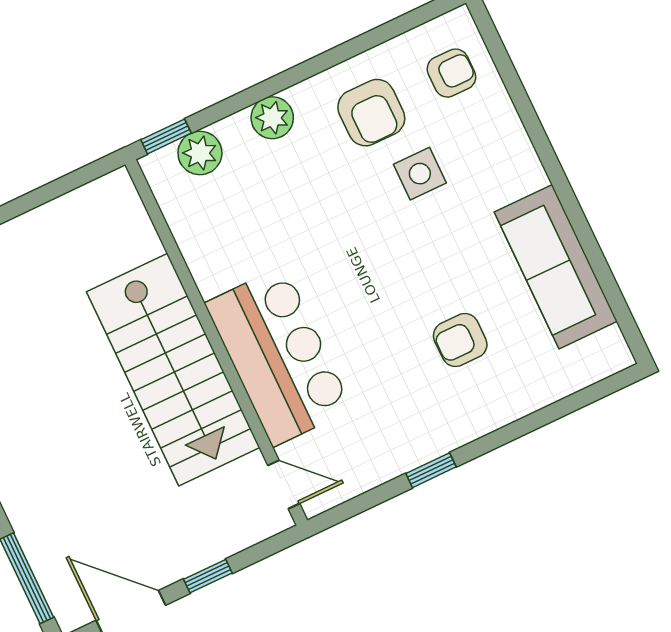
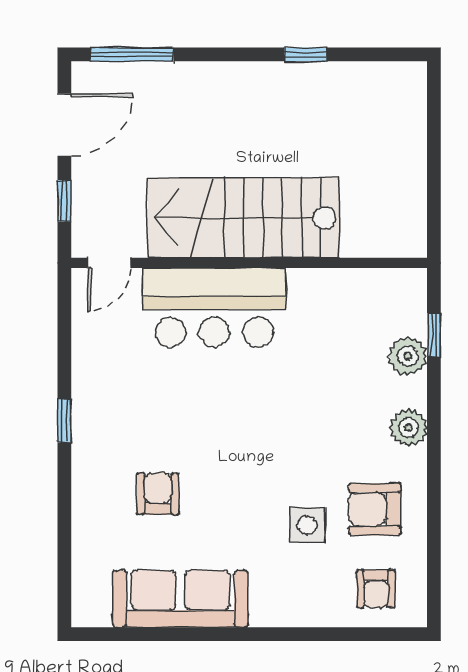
wall: (216, 342) -> (249, 263), moved
bar counter: (279, 356) -> (214, 308), moved
stairs: (173, 370) -> (244, 218), moved
door: (284, 484) -> (109, 263), moved

